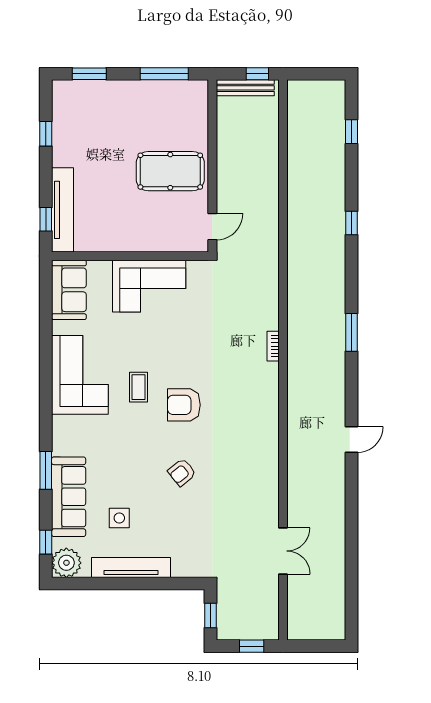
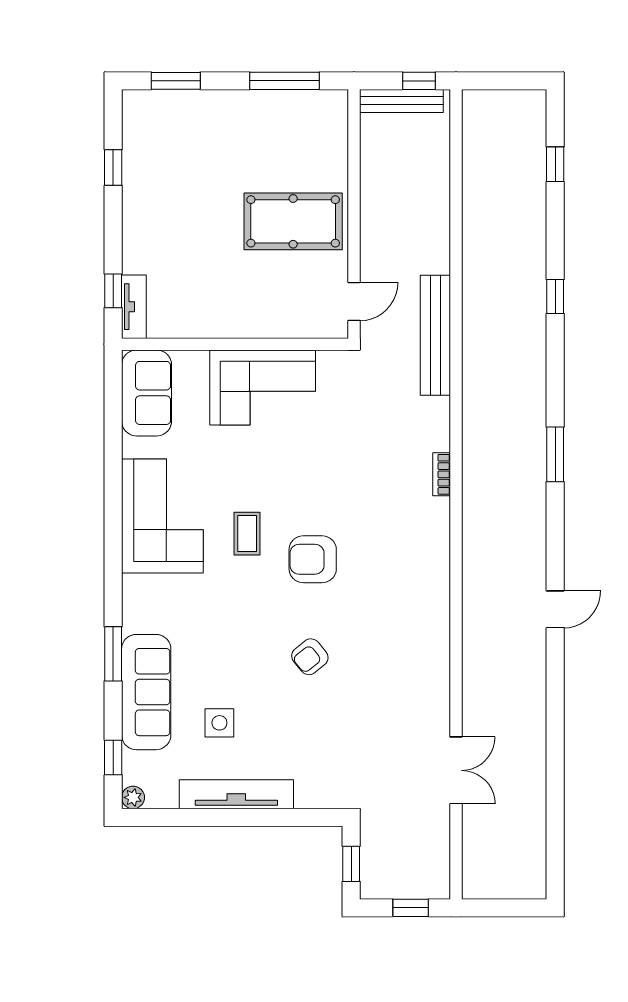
tv unit: (62, 210) -> (134, 307), width x0.52, depth x0.78
bench: (269, 250) -> (435, 335), added
plant: (66, 563) -> (133, 797), width x0.53, depth x0.53

